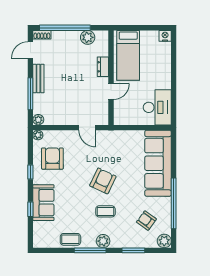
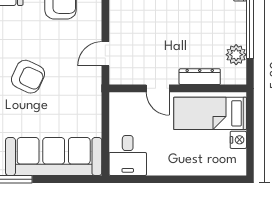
nightstand: (165, 36) -> (238, 140), moved
dresser: (103, 67) -> (200, 77), width x1.44
desk: (157, 107) -> (128, 155), width x0.73

